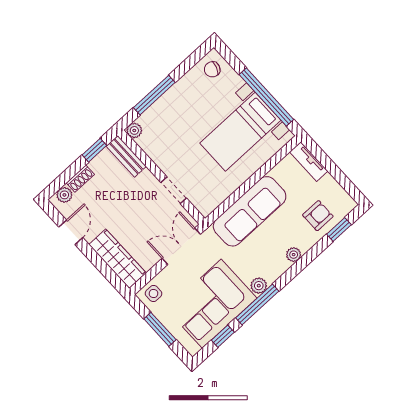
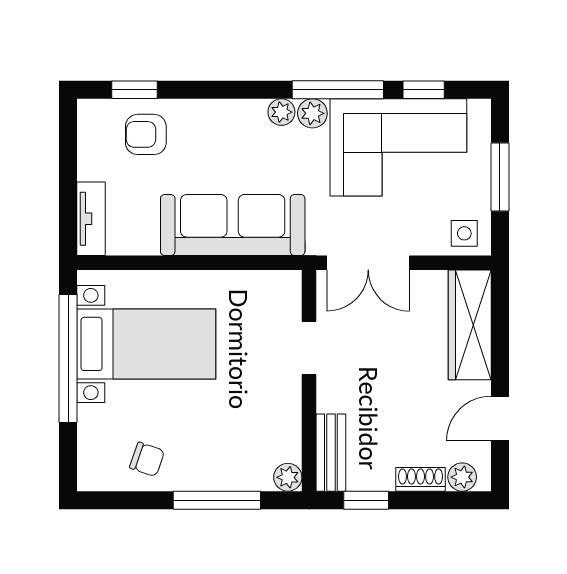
chair: (212, 69) -> (147, 459), moved
plant: (294, 255) -> (281, 112), moved

